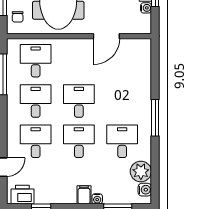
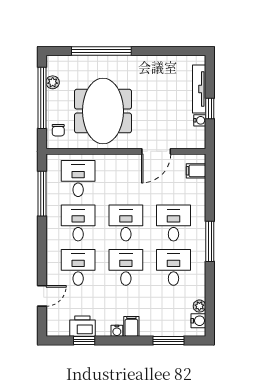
filing cabinet: (143, 54) -> (196, 171), added
desk: (122, 101) -> (173, 223), added
plant: (141, 171) -> (199, 306), width x0.53, depth x0.53
printer: (22, 195) -> (82, 326), moved
water cooler: (97, 199) -> (117, 331), moved

